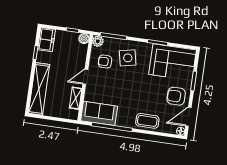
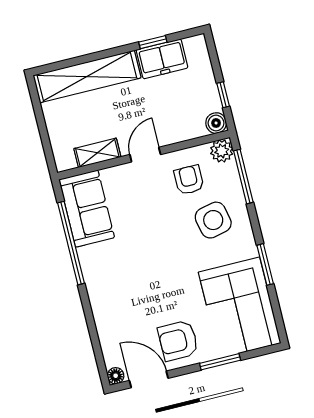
freezer: (46, 40) -> (162, 59), moved
door: (85, 77) -> (145, 155), hinge flipped
armchair: (176, 96) -> (178, 341), turned -90
coffee table: (147, 121) -> (110, 305), removed

